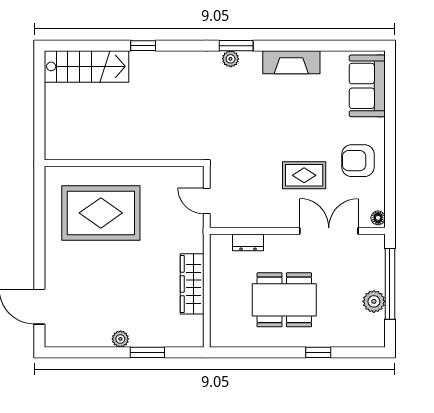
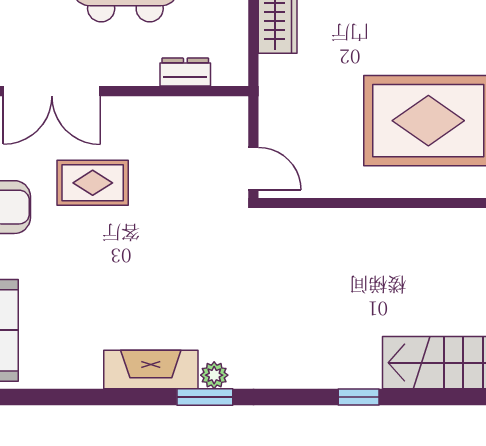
fireplace: (291, 62) -> (151, 369), moved
door: (207, 201) -> (253, 169), moved

